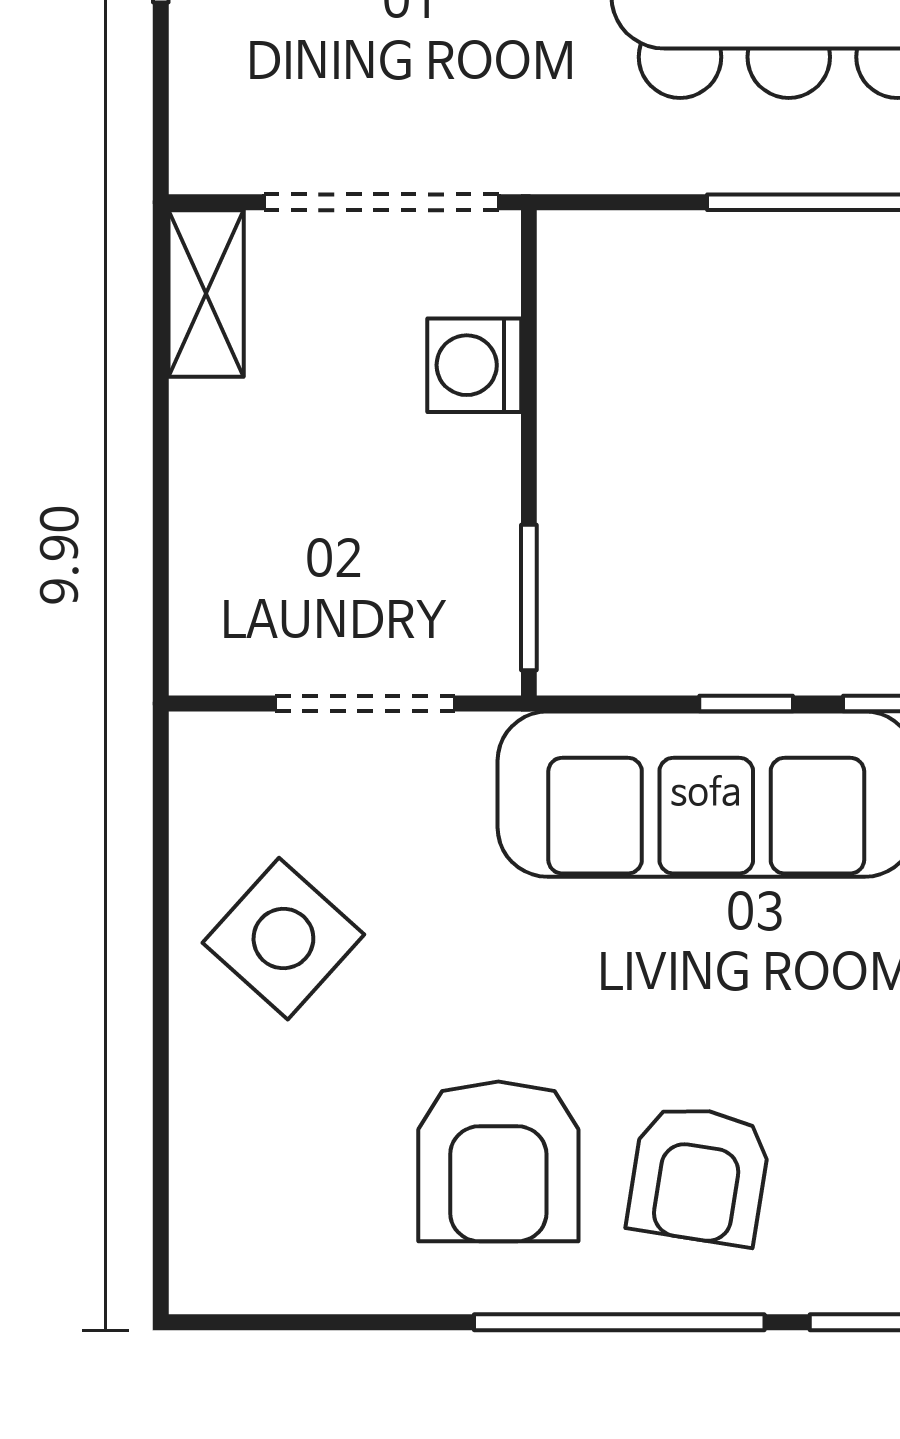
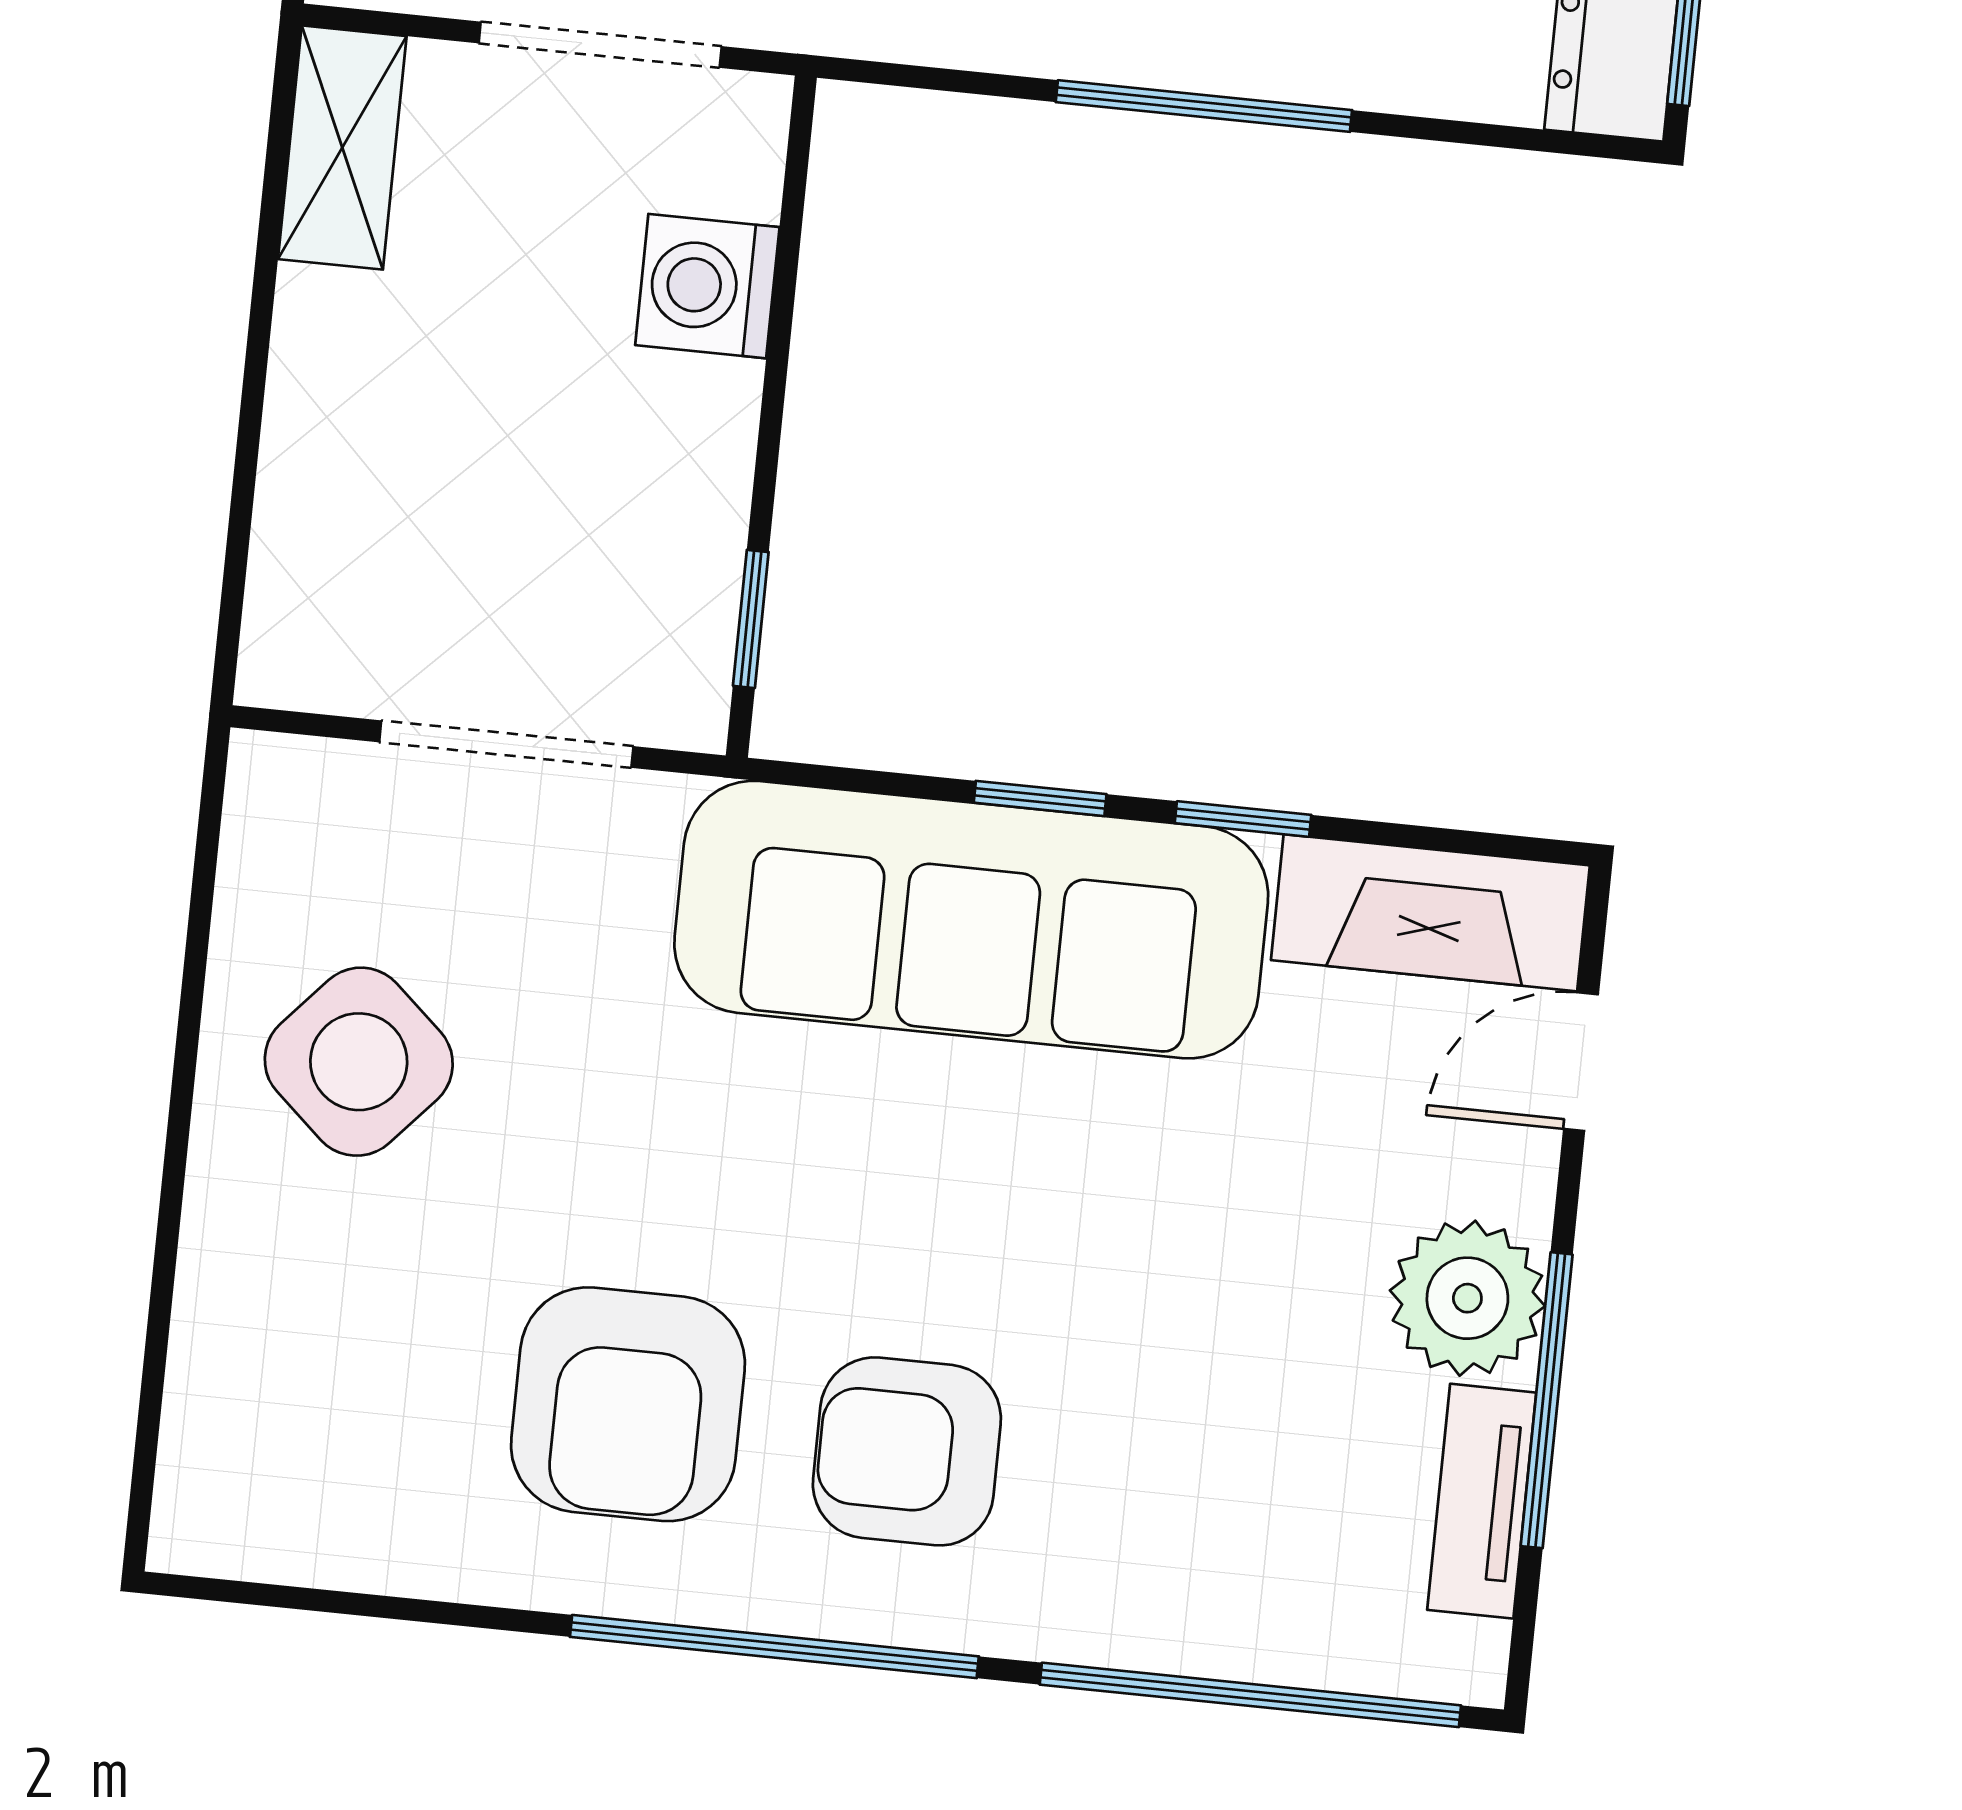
doorway: (381, 202) -> (600, 45), width x0.73
window: (529, 597) -> (751, 619), width x0.67
armchair: (699, 1175) -> (907, 1451), turned 81

